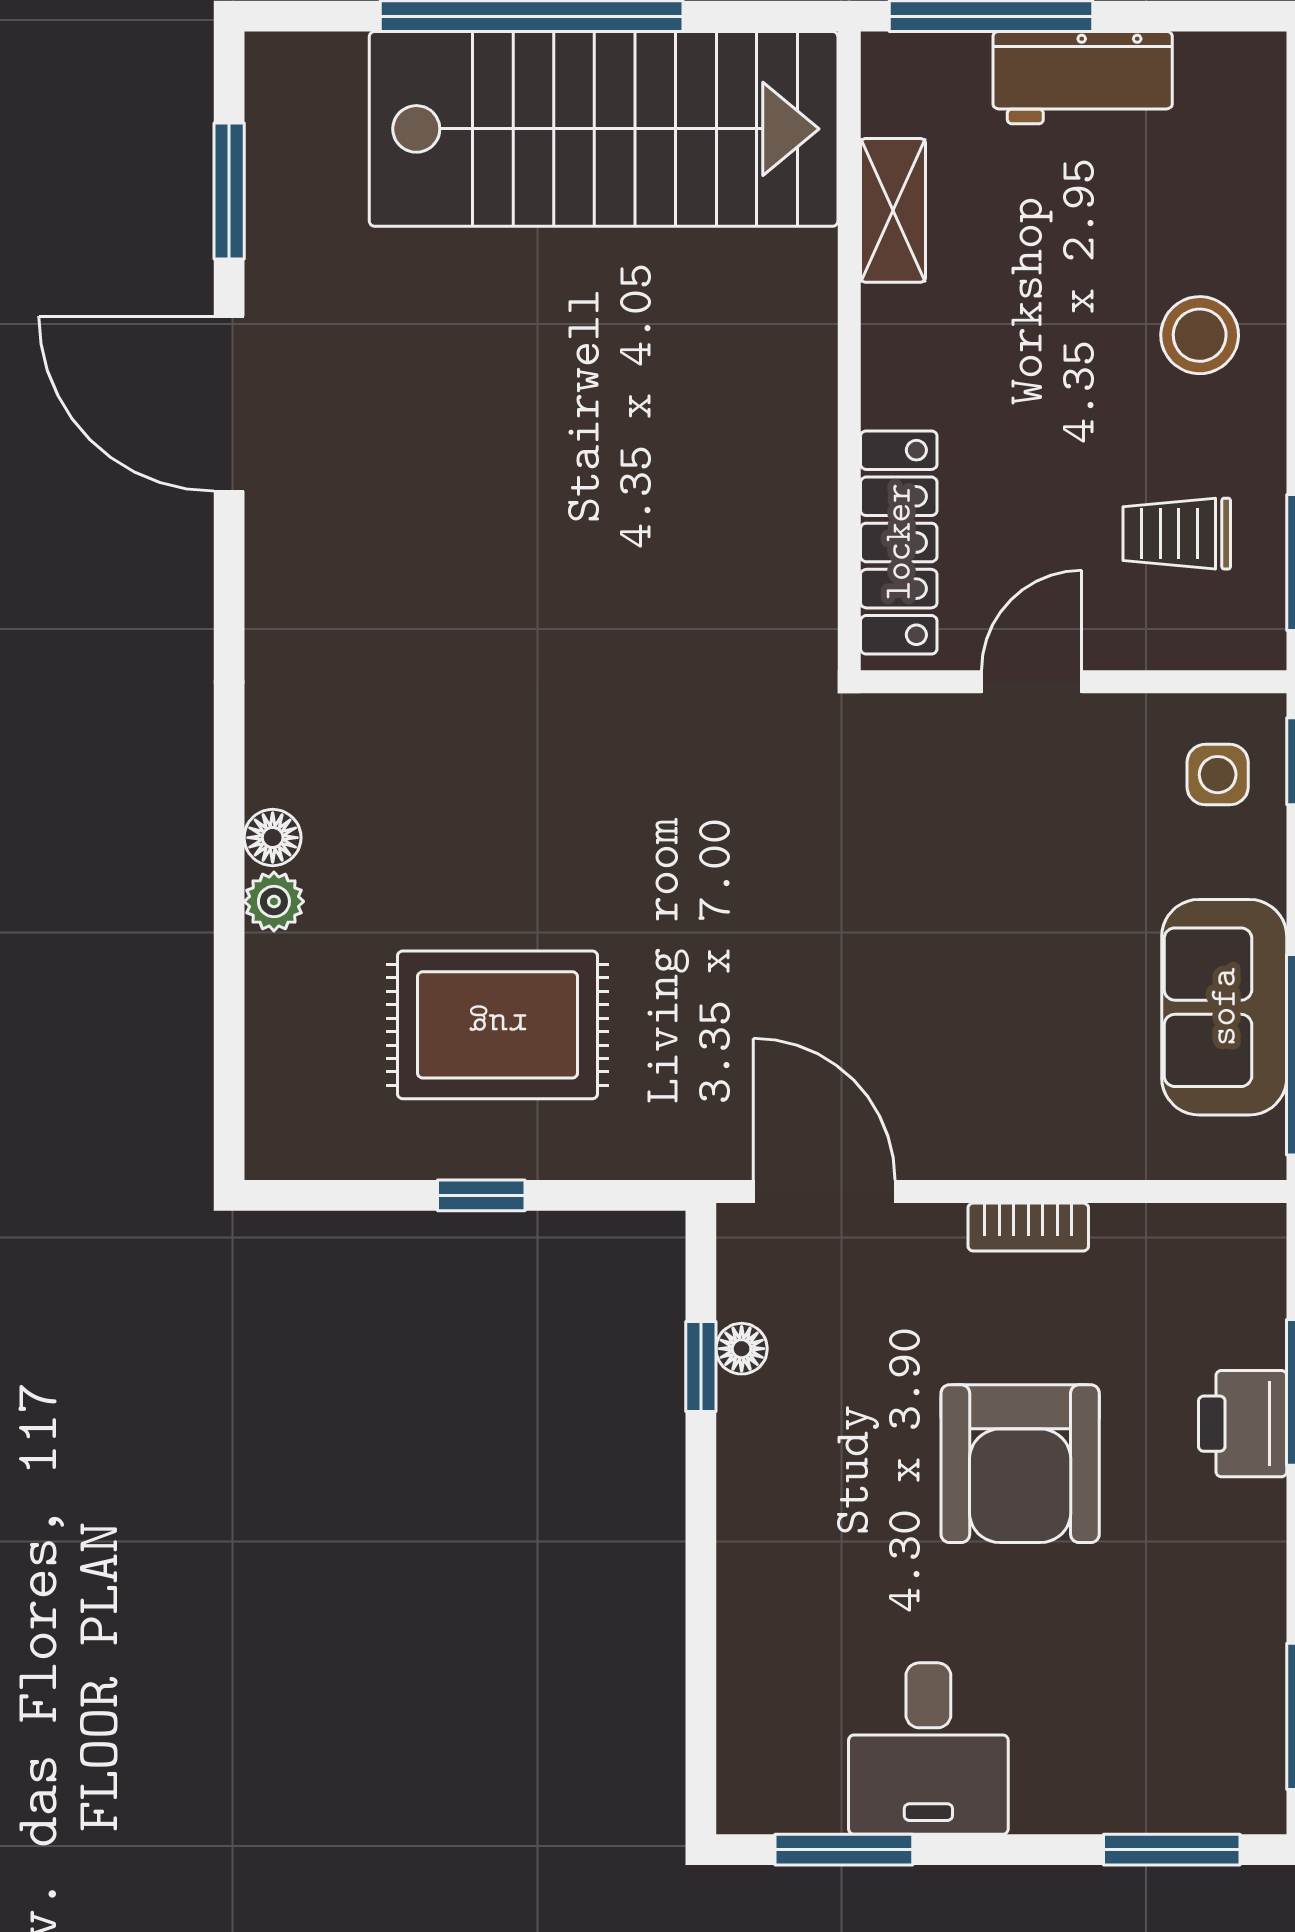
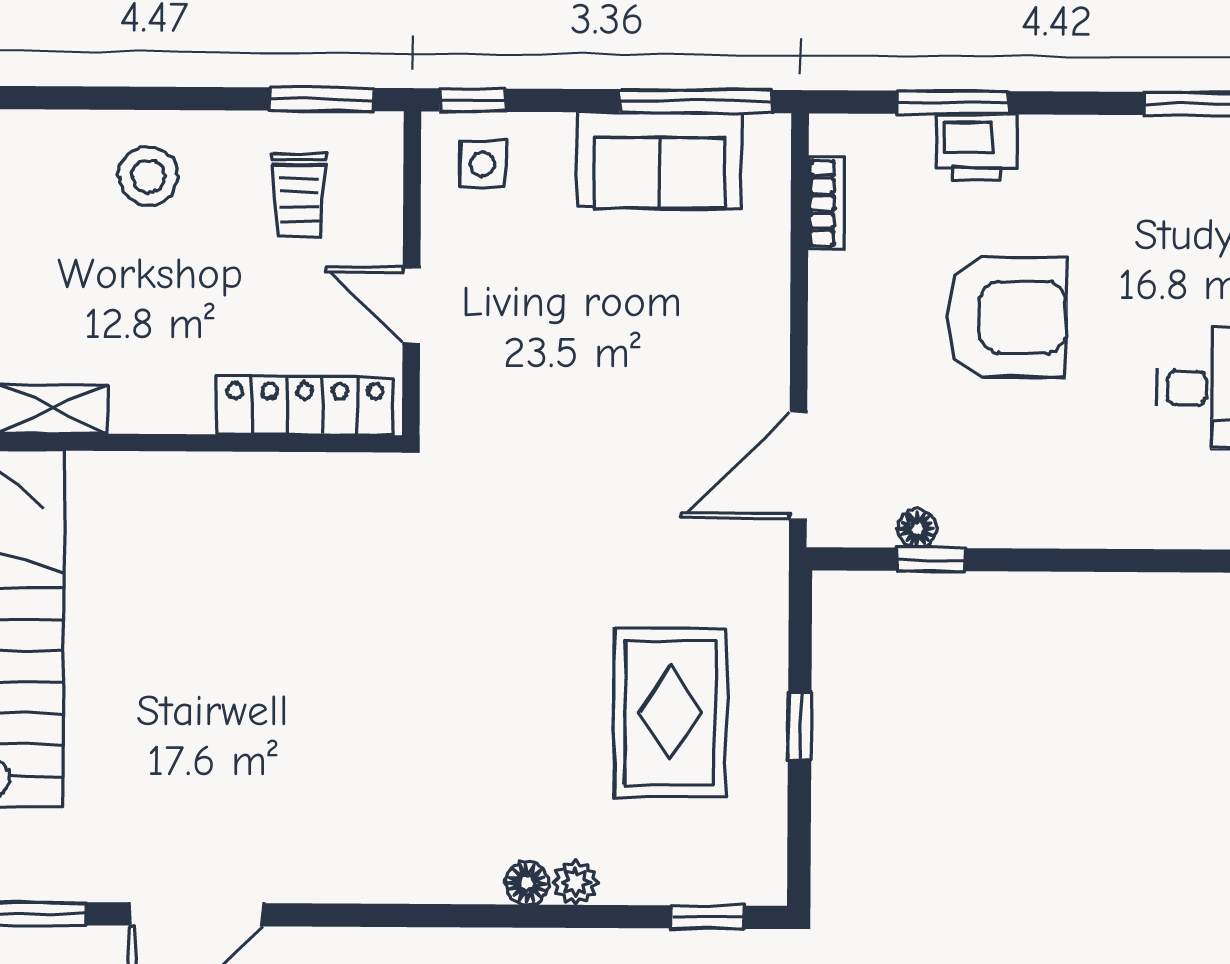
window: (229, 1076) -> (708, 917), added
bookcase: (1028, 1227) -> (827, 203), moved

